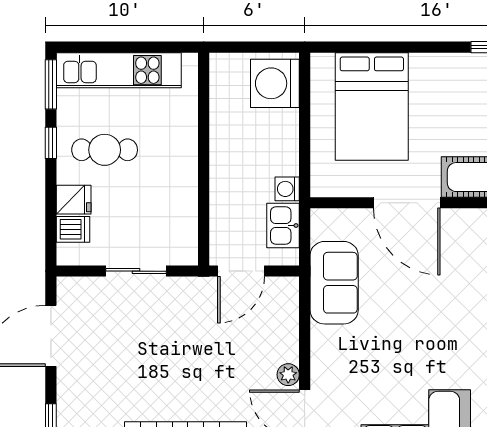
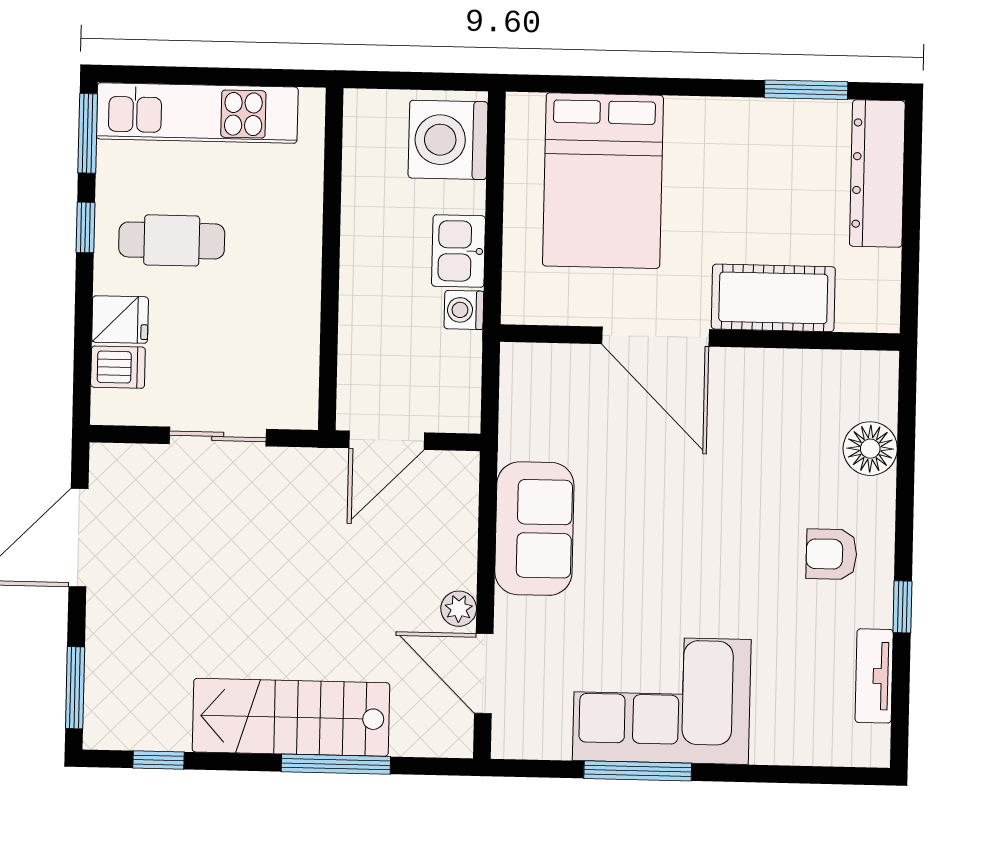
kitchen sink: (283, 225) -> (458, 251), moved
sofa: (334, 283) -> (534, 529), moved

